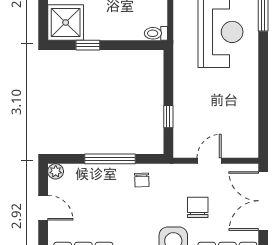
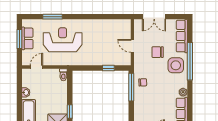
window: (110, 159) -> (131, 87), moved
double door: (263, 201) -> (154, 17), width x0.73

